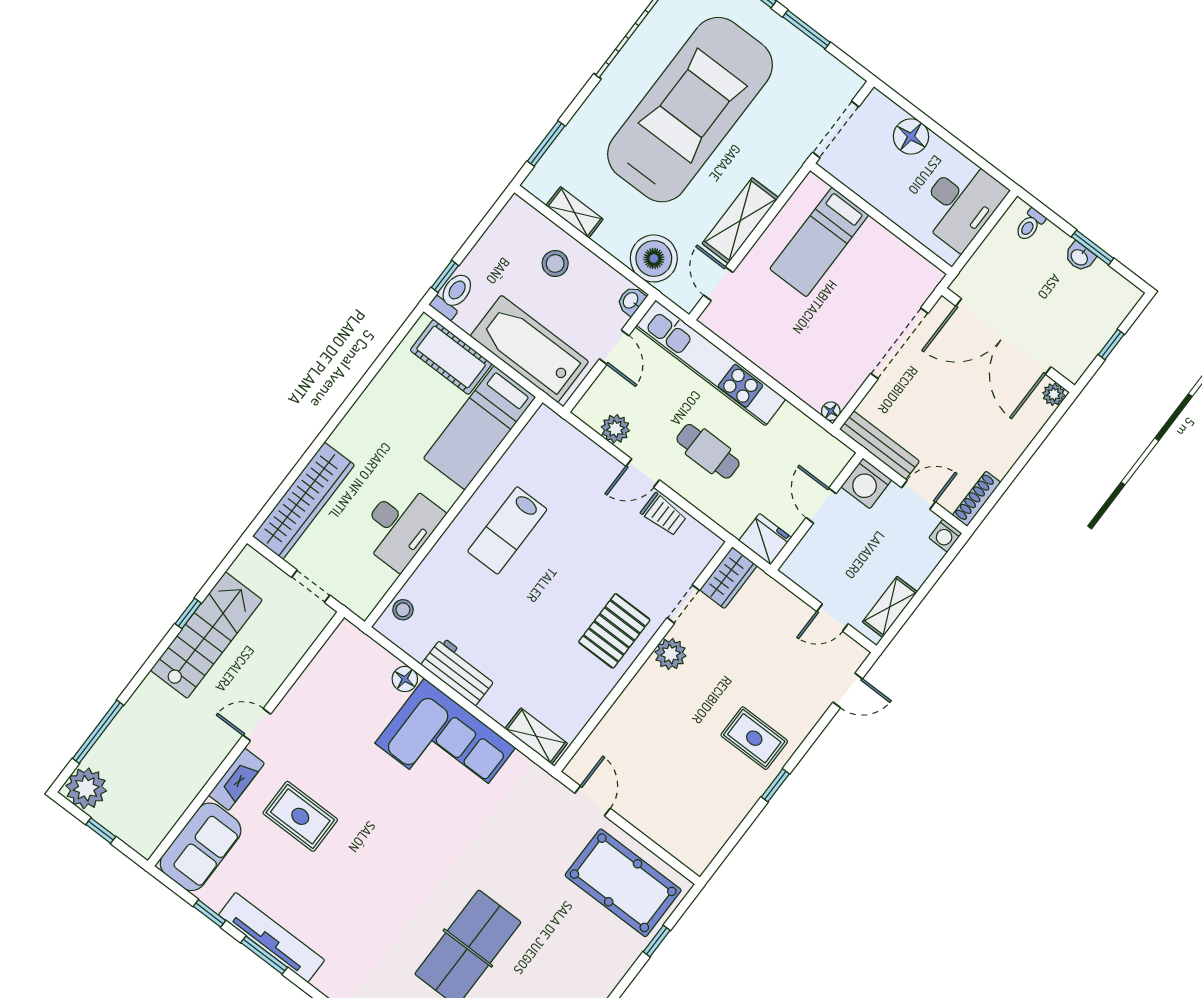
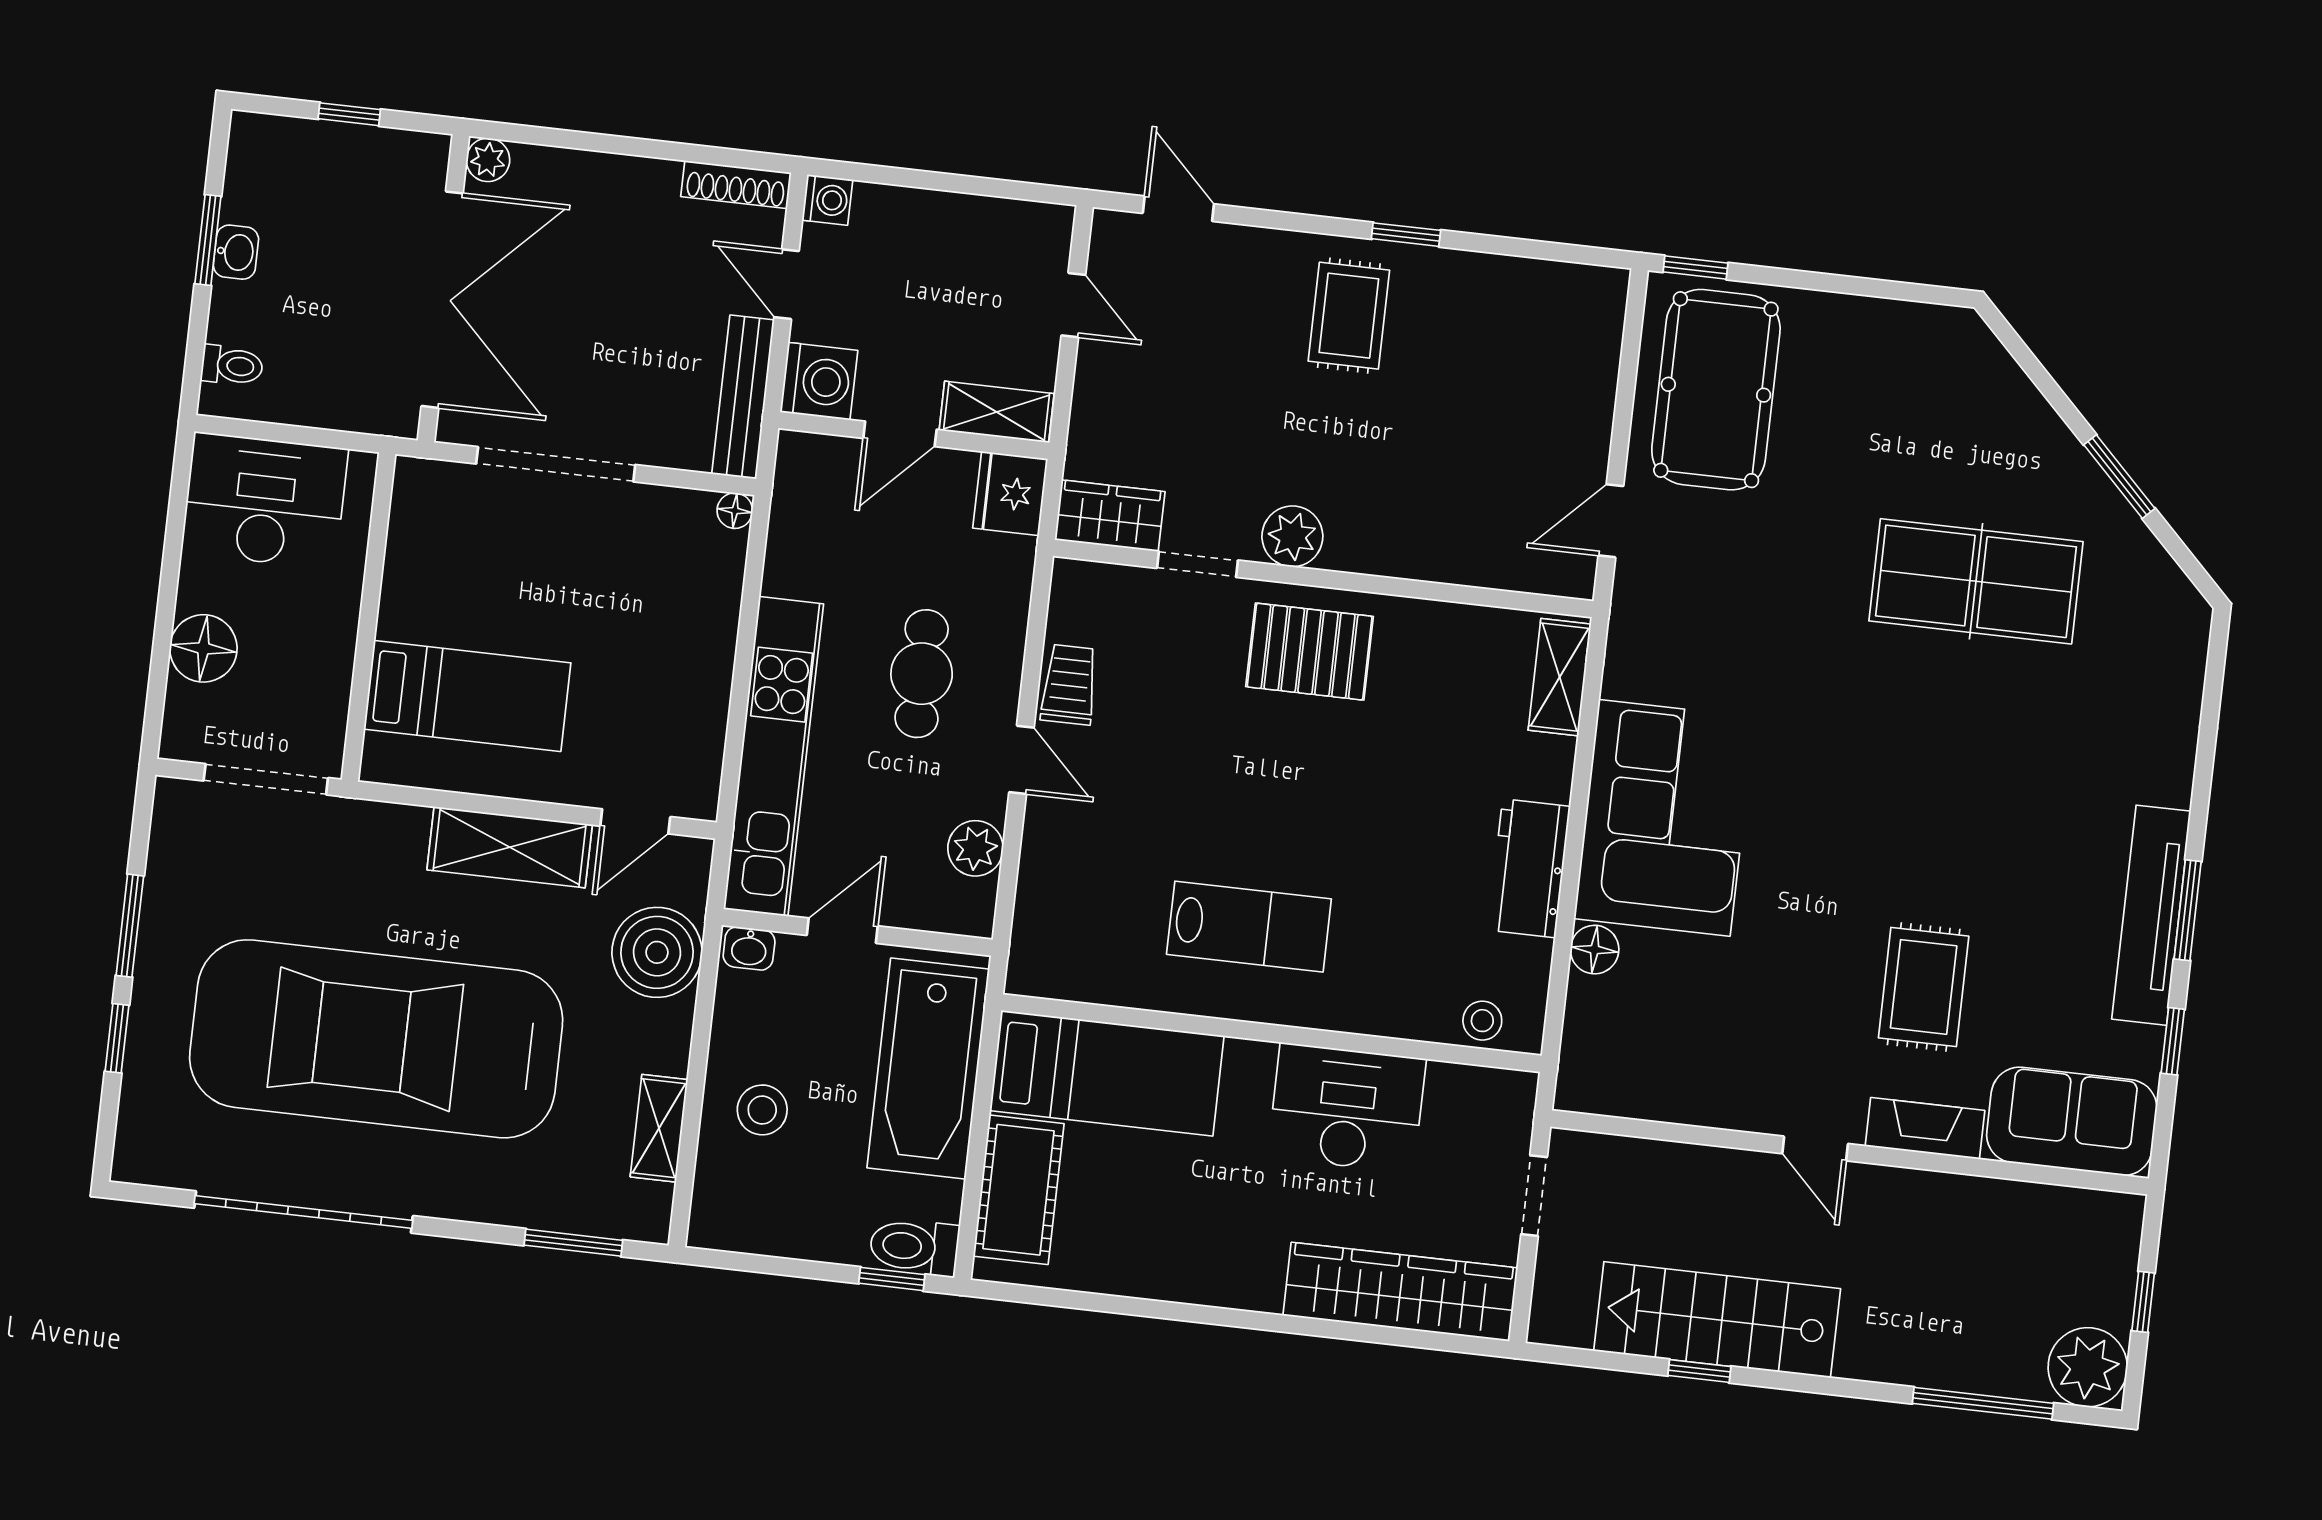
shelving: (890, 607) -> (997, 412), moved
window: (657, 941) -> (1696, 268), moved

